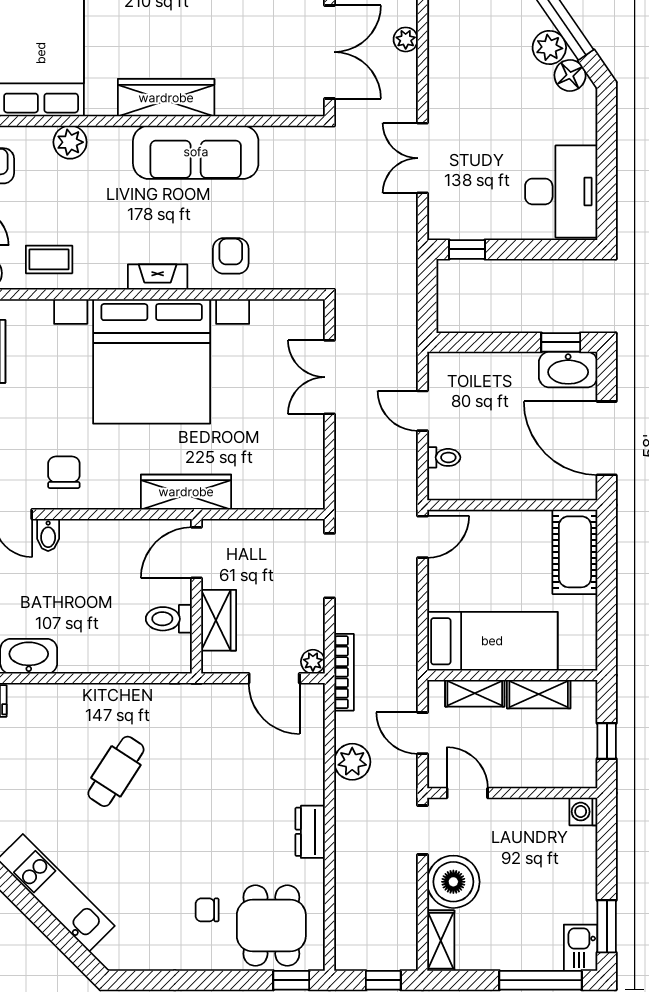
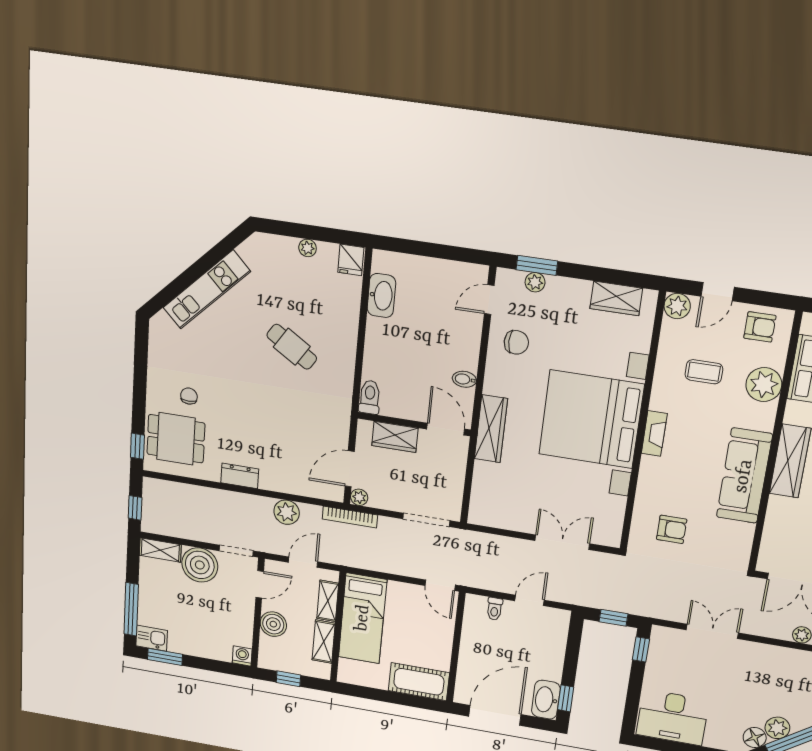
plant: (70, 142) -> (764, 385), width x1.36, depth x1.36
armchair: (231, 256) -> (672, 529), moved
coffee table: (49, 259) -> (704, 372), moved, turned 90
window: (427, 293) -> (614, 618), added
bidet: (48, 535) -> (464, 379), moved
toilet: (169, 619) -> (370, 397), moved
boiler: (525, 769) -> (273, 624), added

